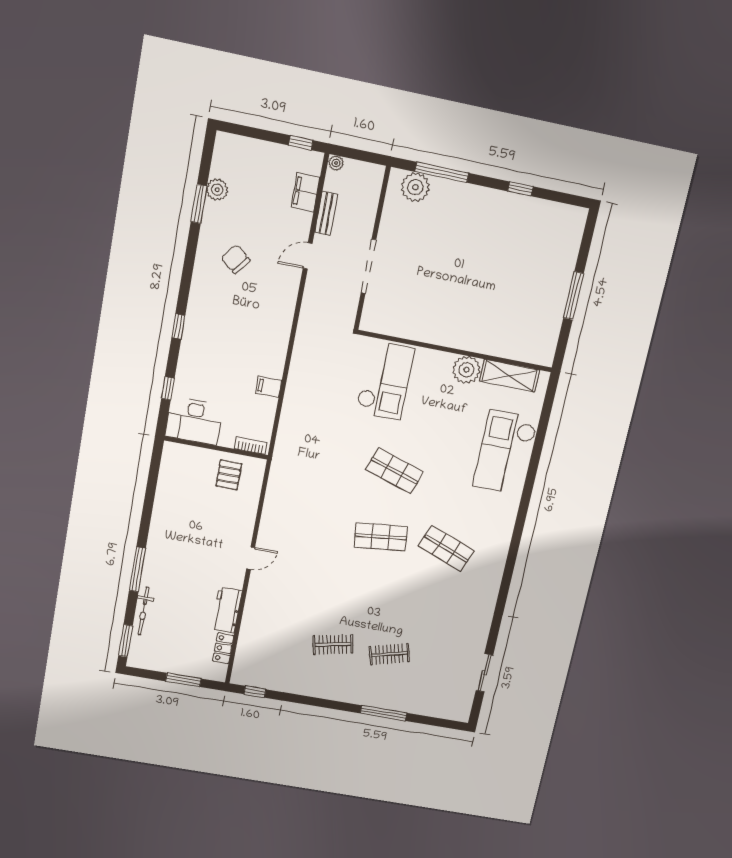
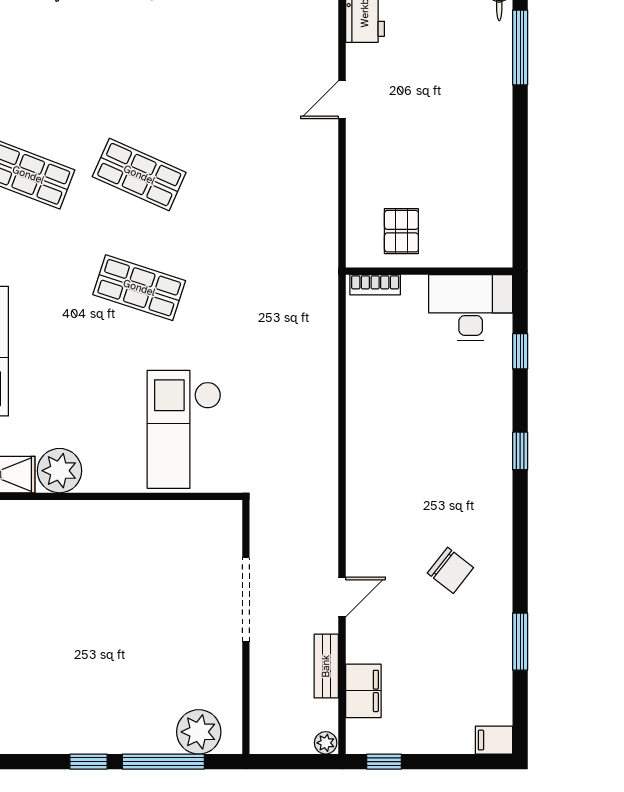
window: (520, 189) -> (89, 762), moved
plant: (217, 190) -> (496, 668), removed
filing cabinet: (269, 387) -> (494, 740), moved, turned 180
shop shelf: (381, 537) -> (139, 175), turned 30

